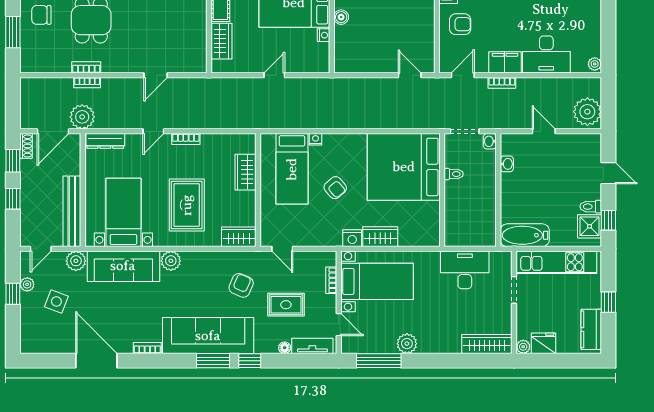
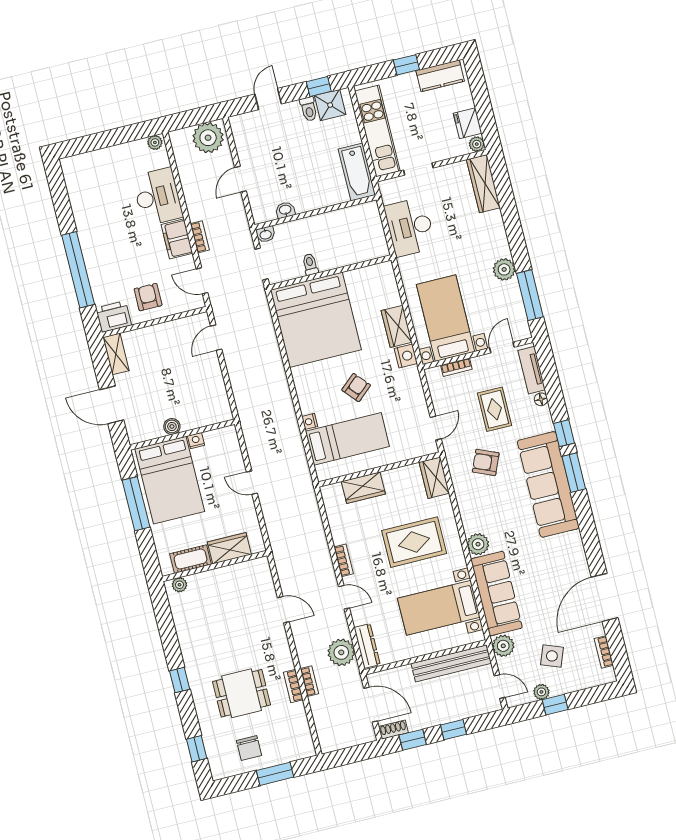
plant: (82, 117) -> (341, 652), moved
bookcase: (147, 348) -> (604, 652), moved

